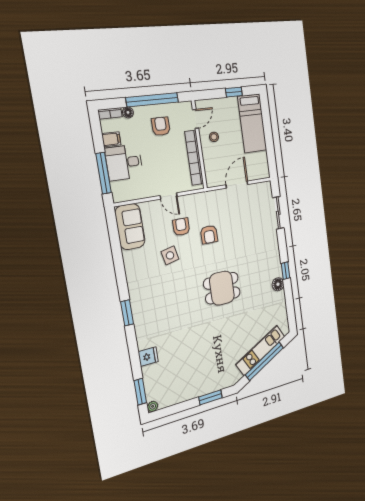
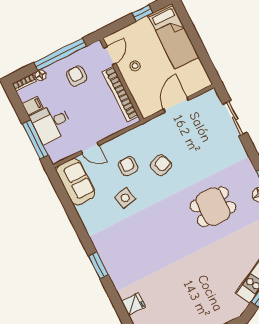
door: (169, 196) -> (90, 148), moved
armchair: (209, 235) -> (161, 165), turned -108
dining table: (222, 288) -> (213, 207), moved

